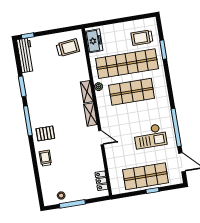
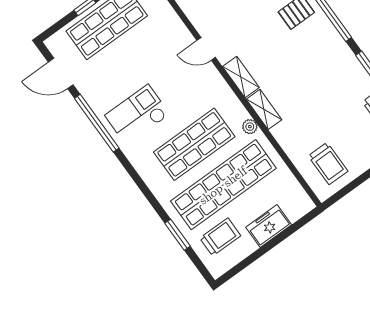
freezer: (94, 41) -> (269, 226), moved, turned 90
trolley: (68, 48) -> (328, 163), turned -84
checkout: (150, 136) -> (137, 115), moved

